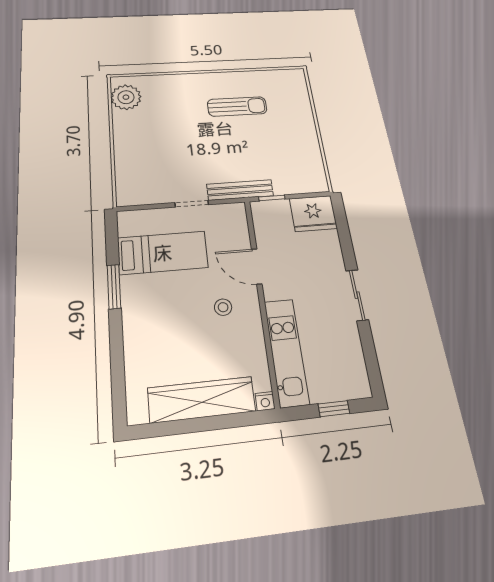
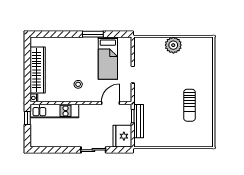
plant: (126, 97) -> (173, 45), moved
bench: (240, 190) -> (139, 121), moved
door: (257, 266) -> (110, 103), moved
sliding door: (357, 295) -> (93, 150), moved
window: (334, 409) -> (27, 118), moved

